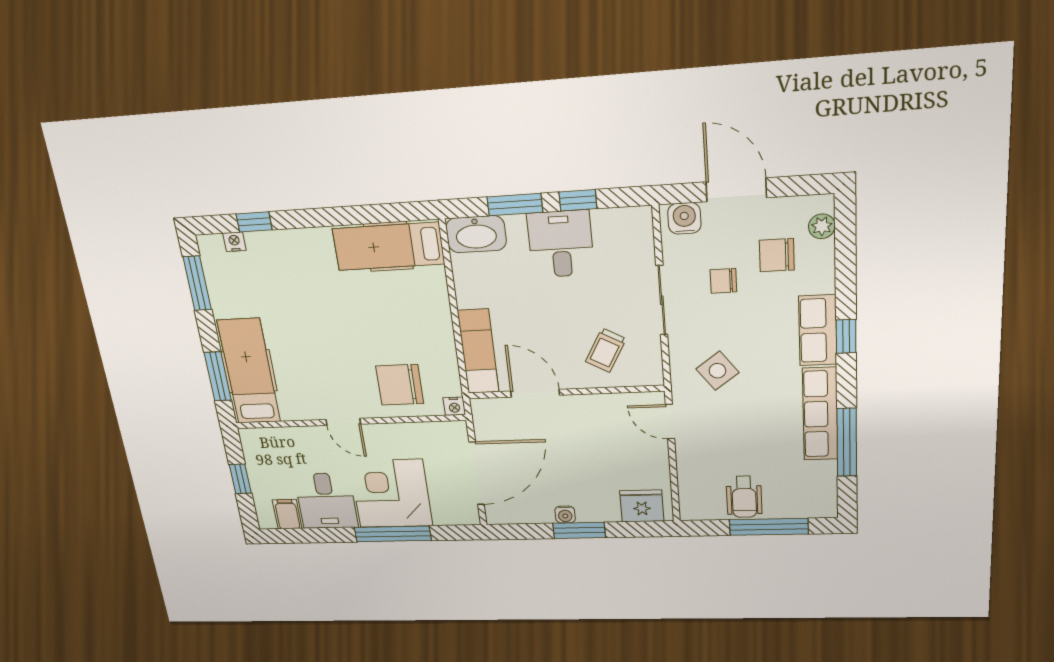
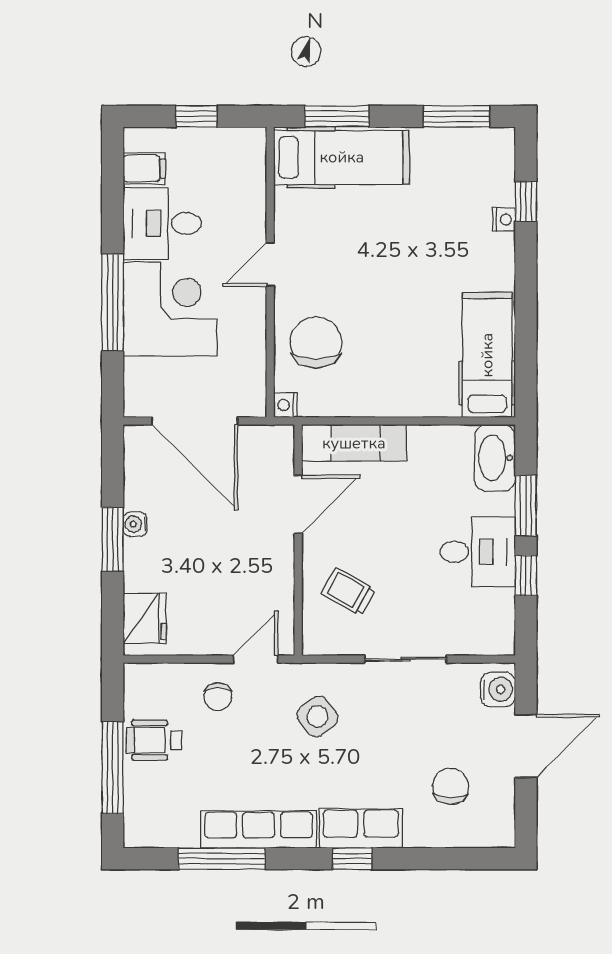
plant: (822, 226) -> (480, 834), removed
nightstand: (234, 242) -> (504, 219), moved
chair: (723, 281) -> (218, 697), moved, turned 180

